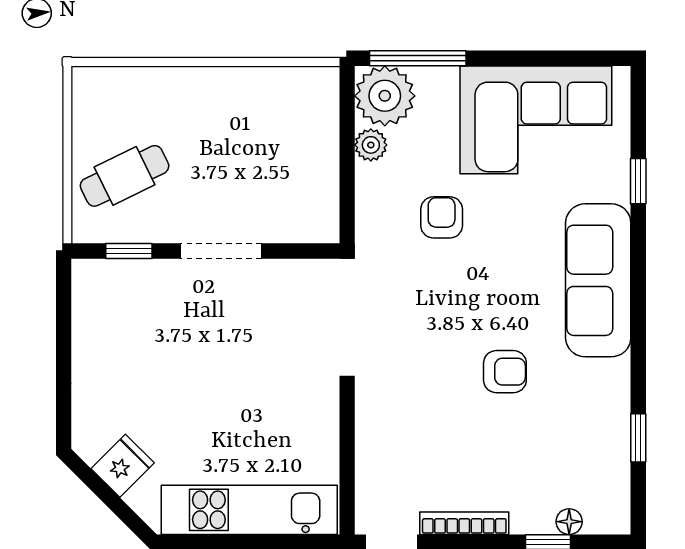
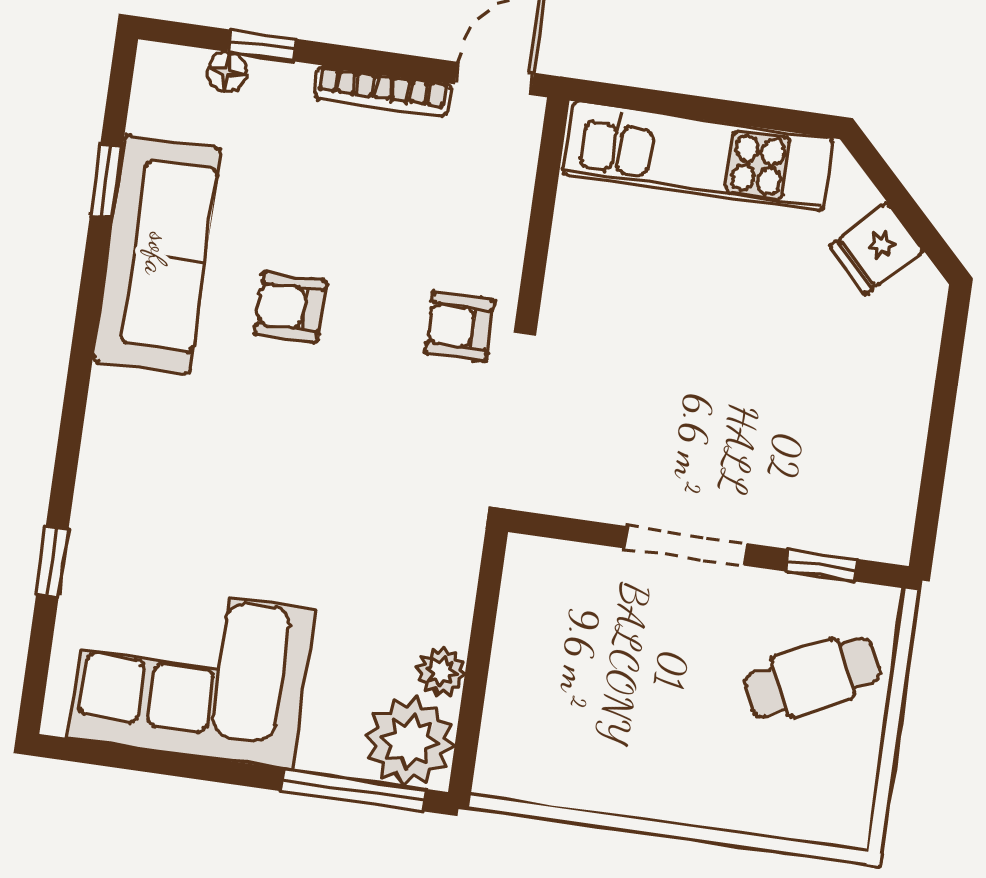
armchair: (442, 217) -> (460, 326), moved, turned 90
sofa: (598, 280) -> (157, 254), moved

